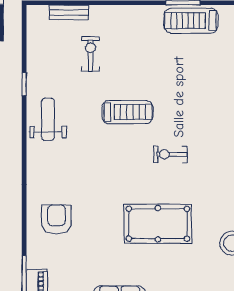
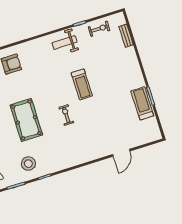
exercise bike: (91, 54) -> (99, 29), moved
weight bench: (48, 119) -> (64, 42), turned 180

